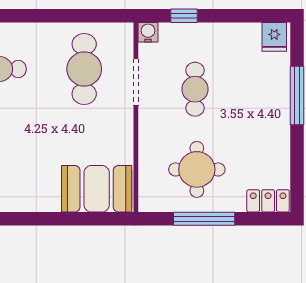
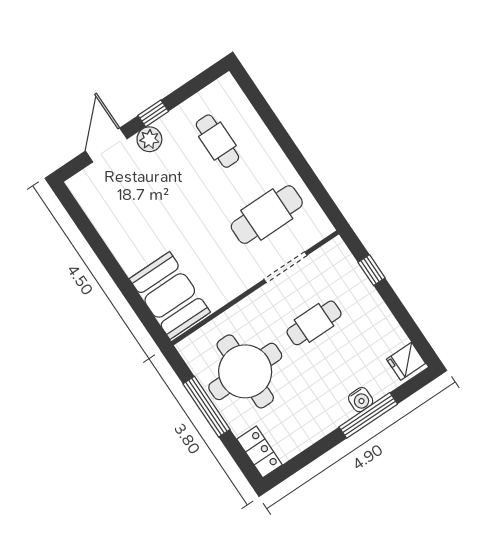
water cooler: (148, 32) -> (361, 400), moved, turned 90
round table: (197, 169) -> (245, 371), width x1.36, depth x1.36

